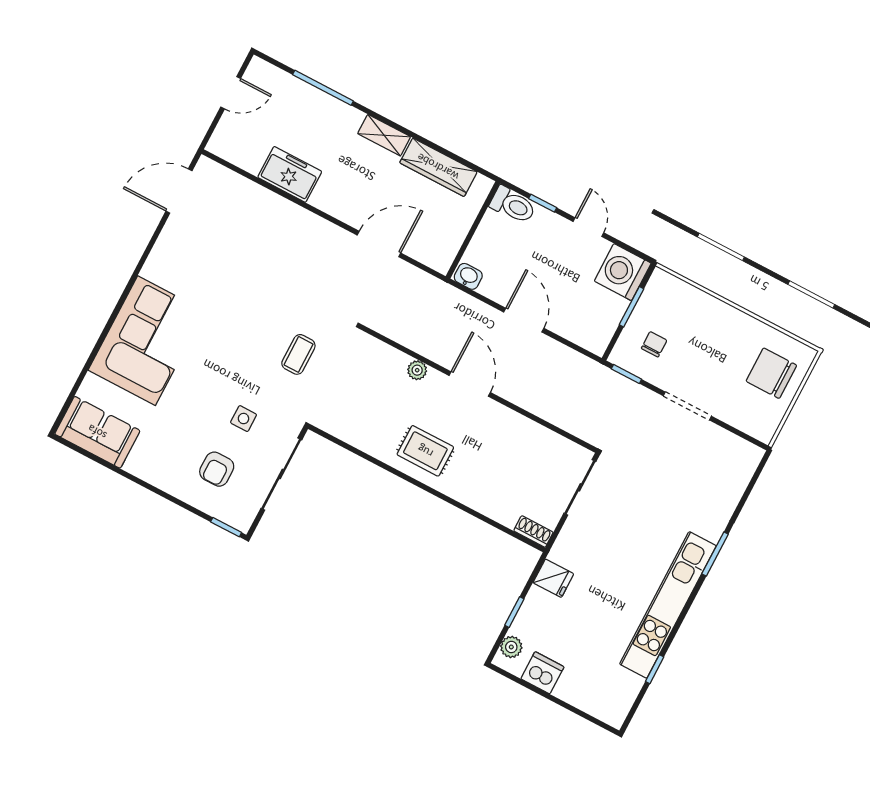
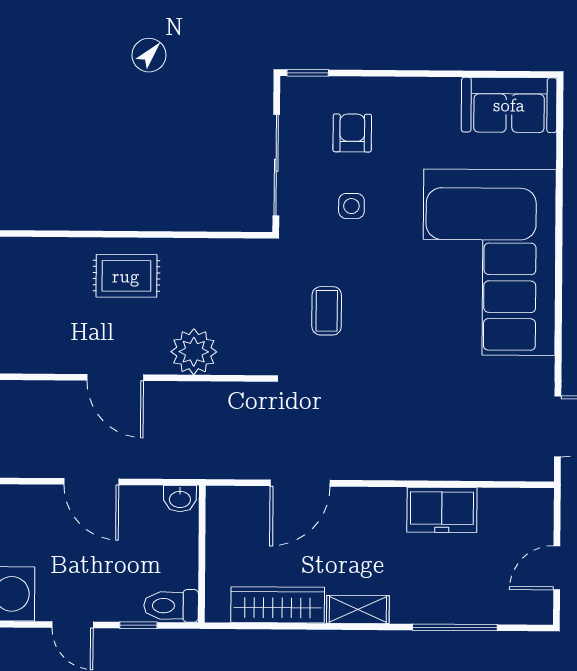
corner sofa: (146, 341) -> (489, 262), width x1.36, depth x1.36
plant: (417, 370) -> (194, 352), width x1.88, depth x1.88

